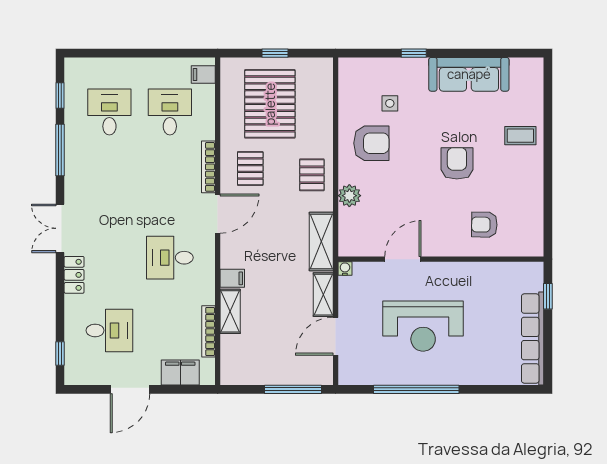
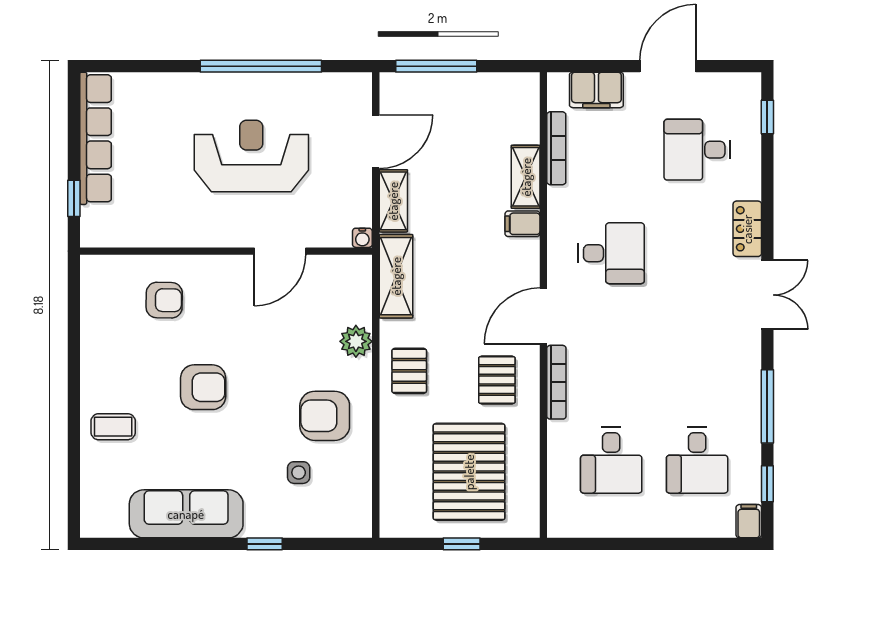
filing cabinet: (203, 75) -> (749, 521), moved, turned -90
armchair: (457, 163) -> (203, 387), turned -90

